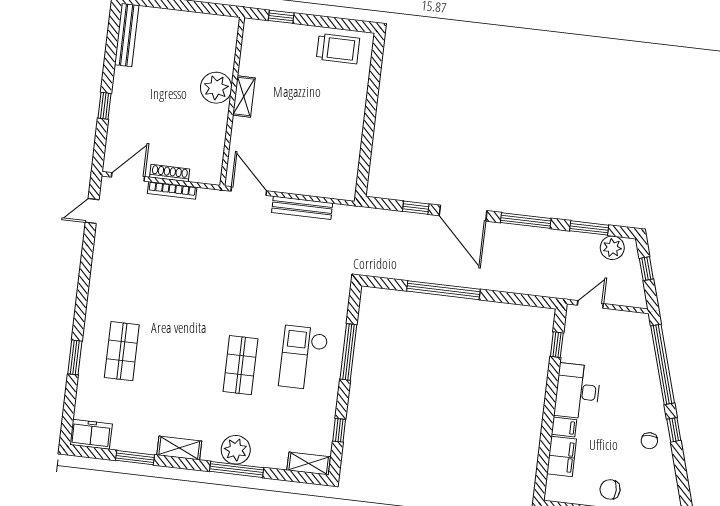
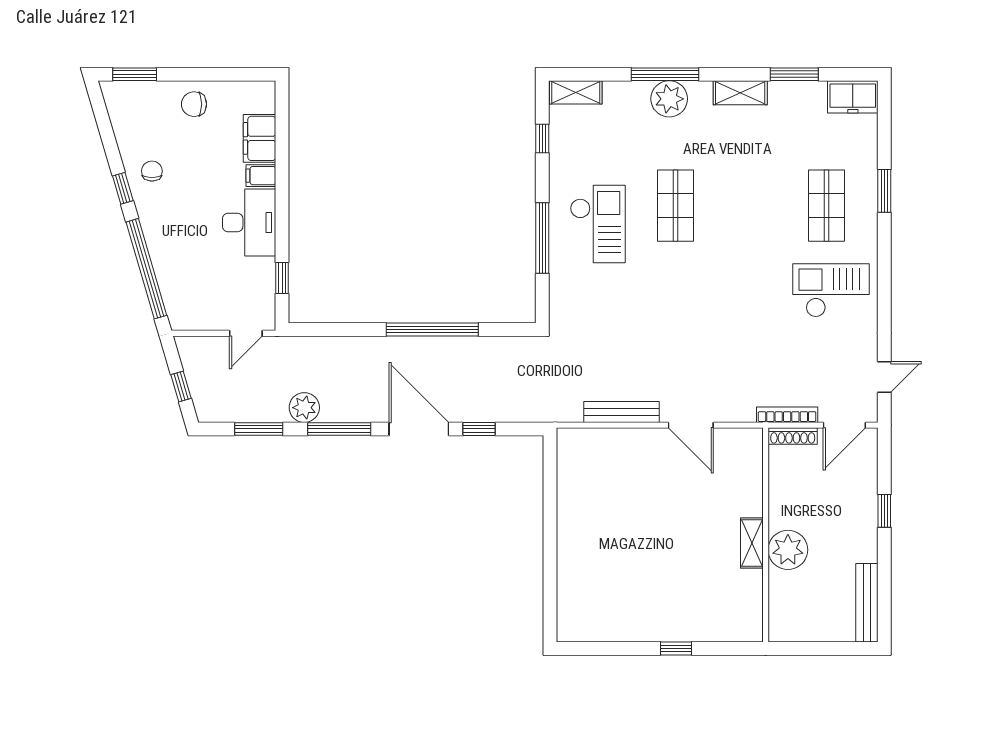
trolley: (338, 49) -> (600, 617), removed
plant: (216, 88) -> (788, 550), moved
shelving: (244, 96) -> (752, 543), moved
wall: (232, 102) -> (766, 535), moved
plant: (612, 248) -> (304, 408), moved
checkout: (126, 284) -> (831, 290), added
chair: (610, 489) -> (194, 104), turned 180

